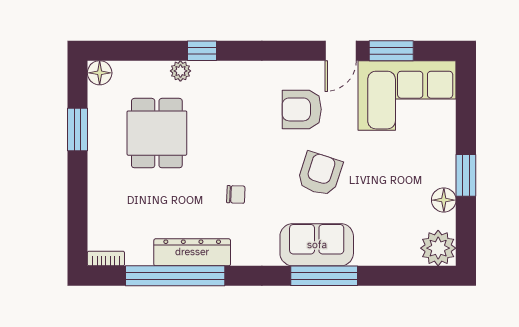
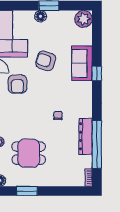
armchair: (320, 174) -> (46, 61), moved
floor lamp: (444, 200) -> (41, 16), moved
sofa: (317, 245) -> (82, 63), moved
window: (324, 276) -> (97, 73), width x0.46

